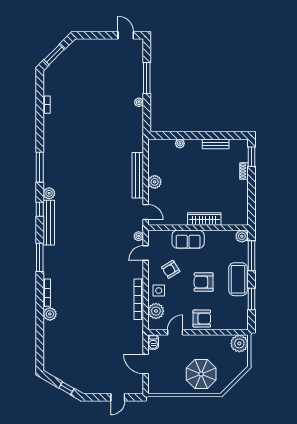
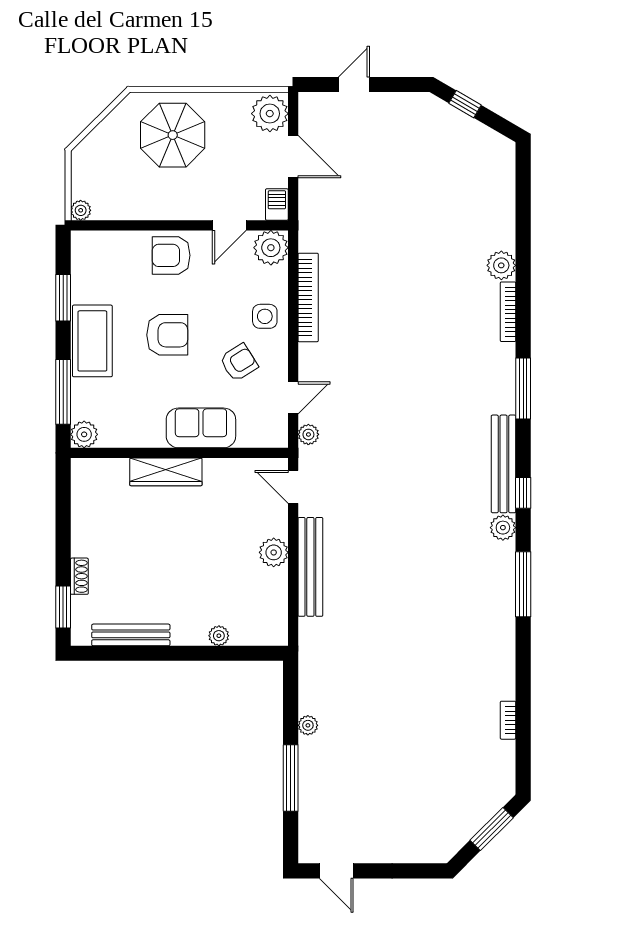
bench: (216, 144) -> (131, 635), width x1.36
plant: (156, 311) -> (271, 248), moved
plant: (239, 343) -> (81, 210), width x0.53, depth x0.53
plant: (156, 384) -> (270, 114), added

